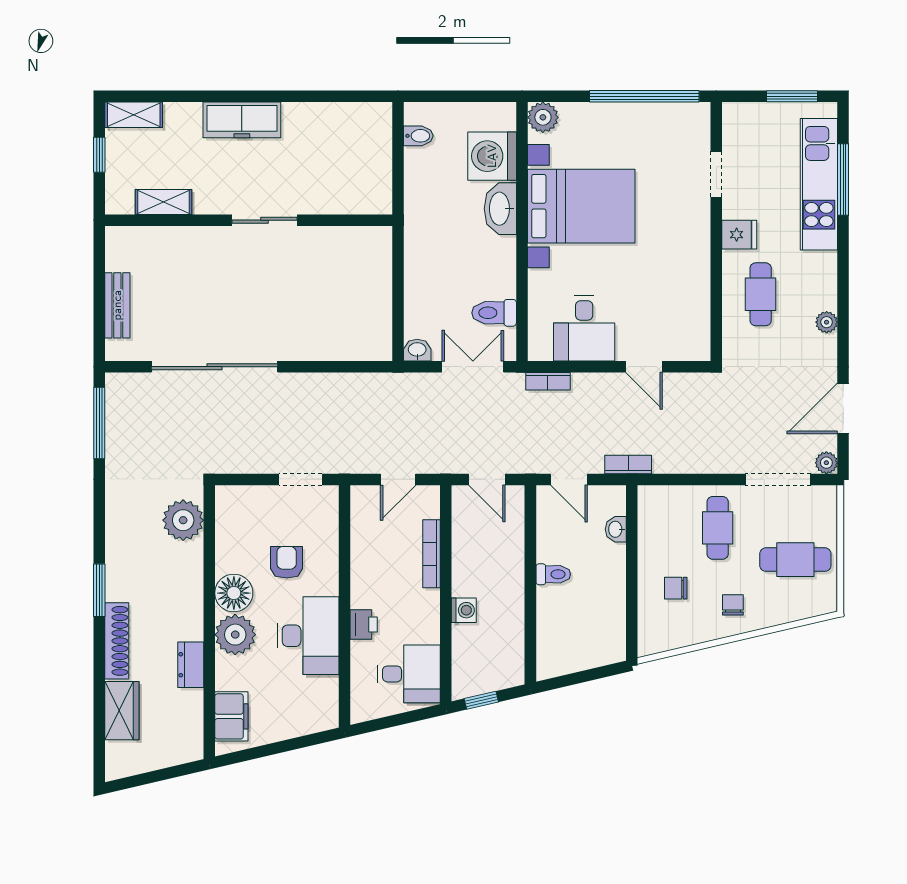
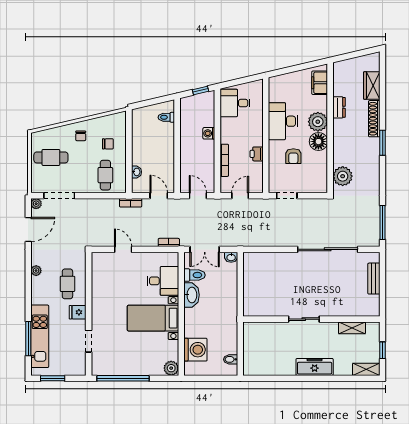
bed with nightstands: (581, 206) -> (153, 318), width x0.73
washbasin: (500, 209) -> (191, 295), moved
desk: (584, 328) -> (163, 281), moved, turned 90
cafe table: (718, 528) -> (105, 175), moved
toilet: (553, 574) -> (166, 117), moved
printer: (364, 624) -> (257, 154), moved

